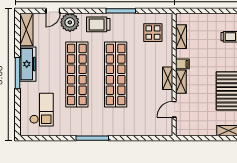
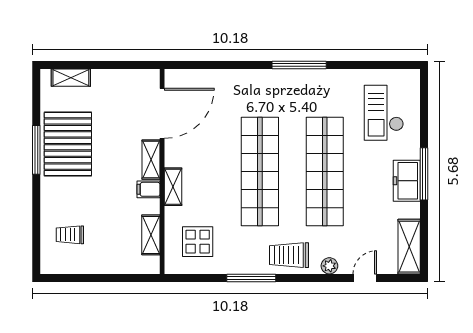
plant: (70, 22) -> (329, 266), width x0.53, depth x0.53
trolley: (98, 24) -> (289, 255), turned 180
freezer: (28, 64) -> (407, 181), width x0.71
shelving: (168, 78) -> (173, 187), moved
door: (174, 109) -> (162, 113), width x1.87

